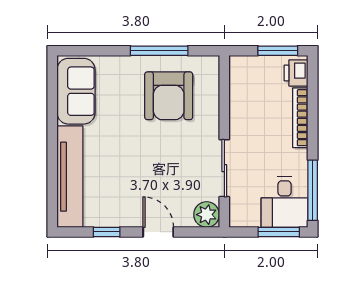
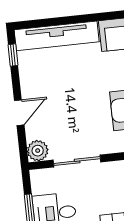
window: (107, 232) -> (13, 55), moved

